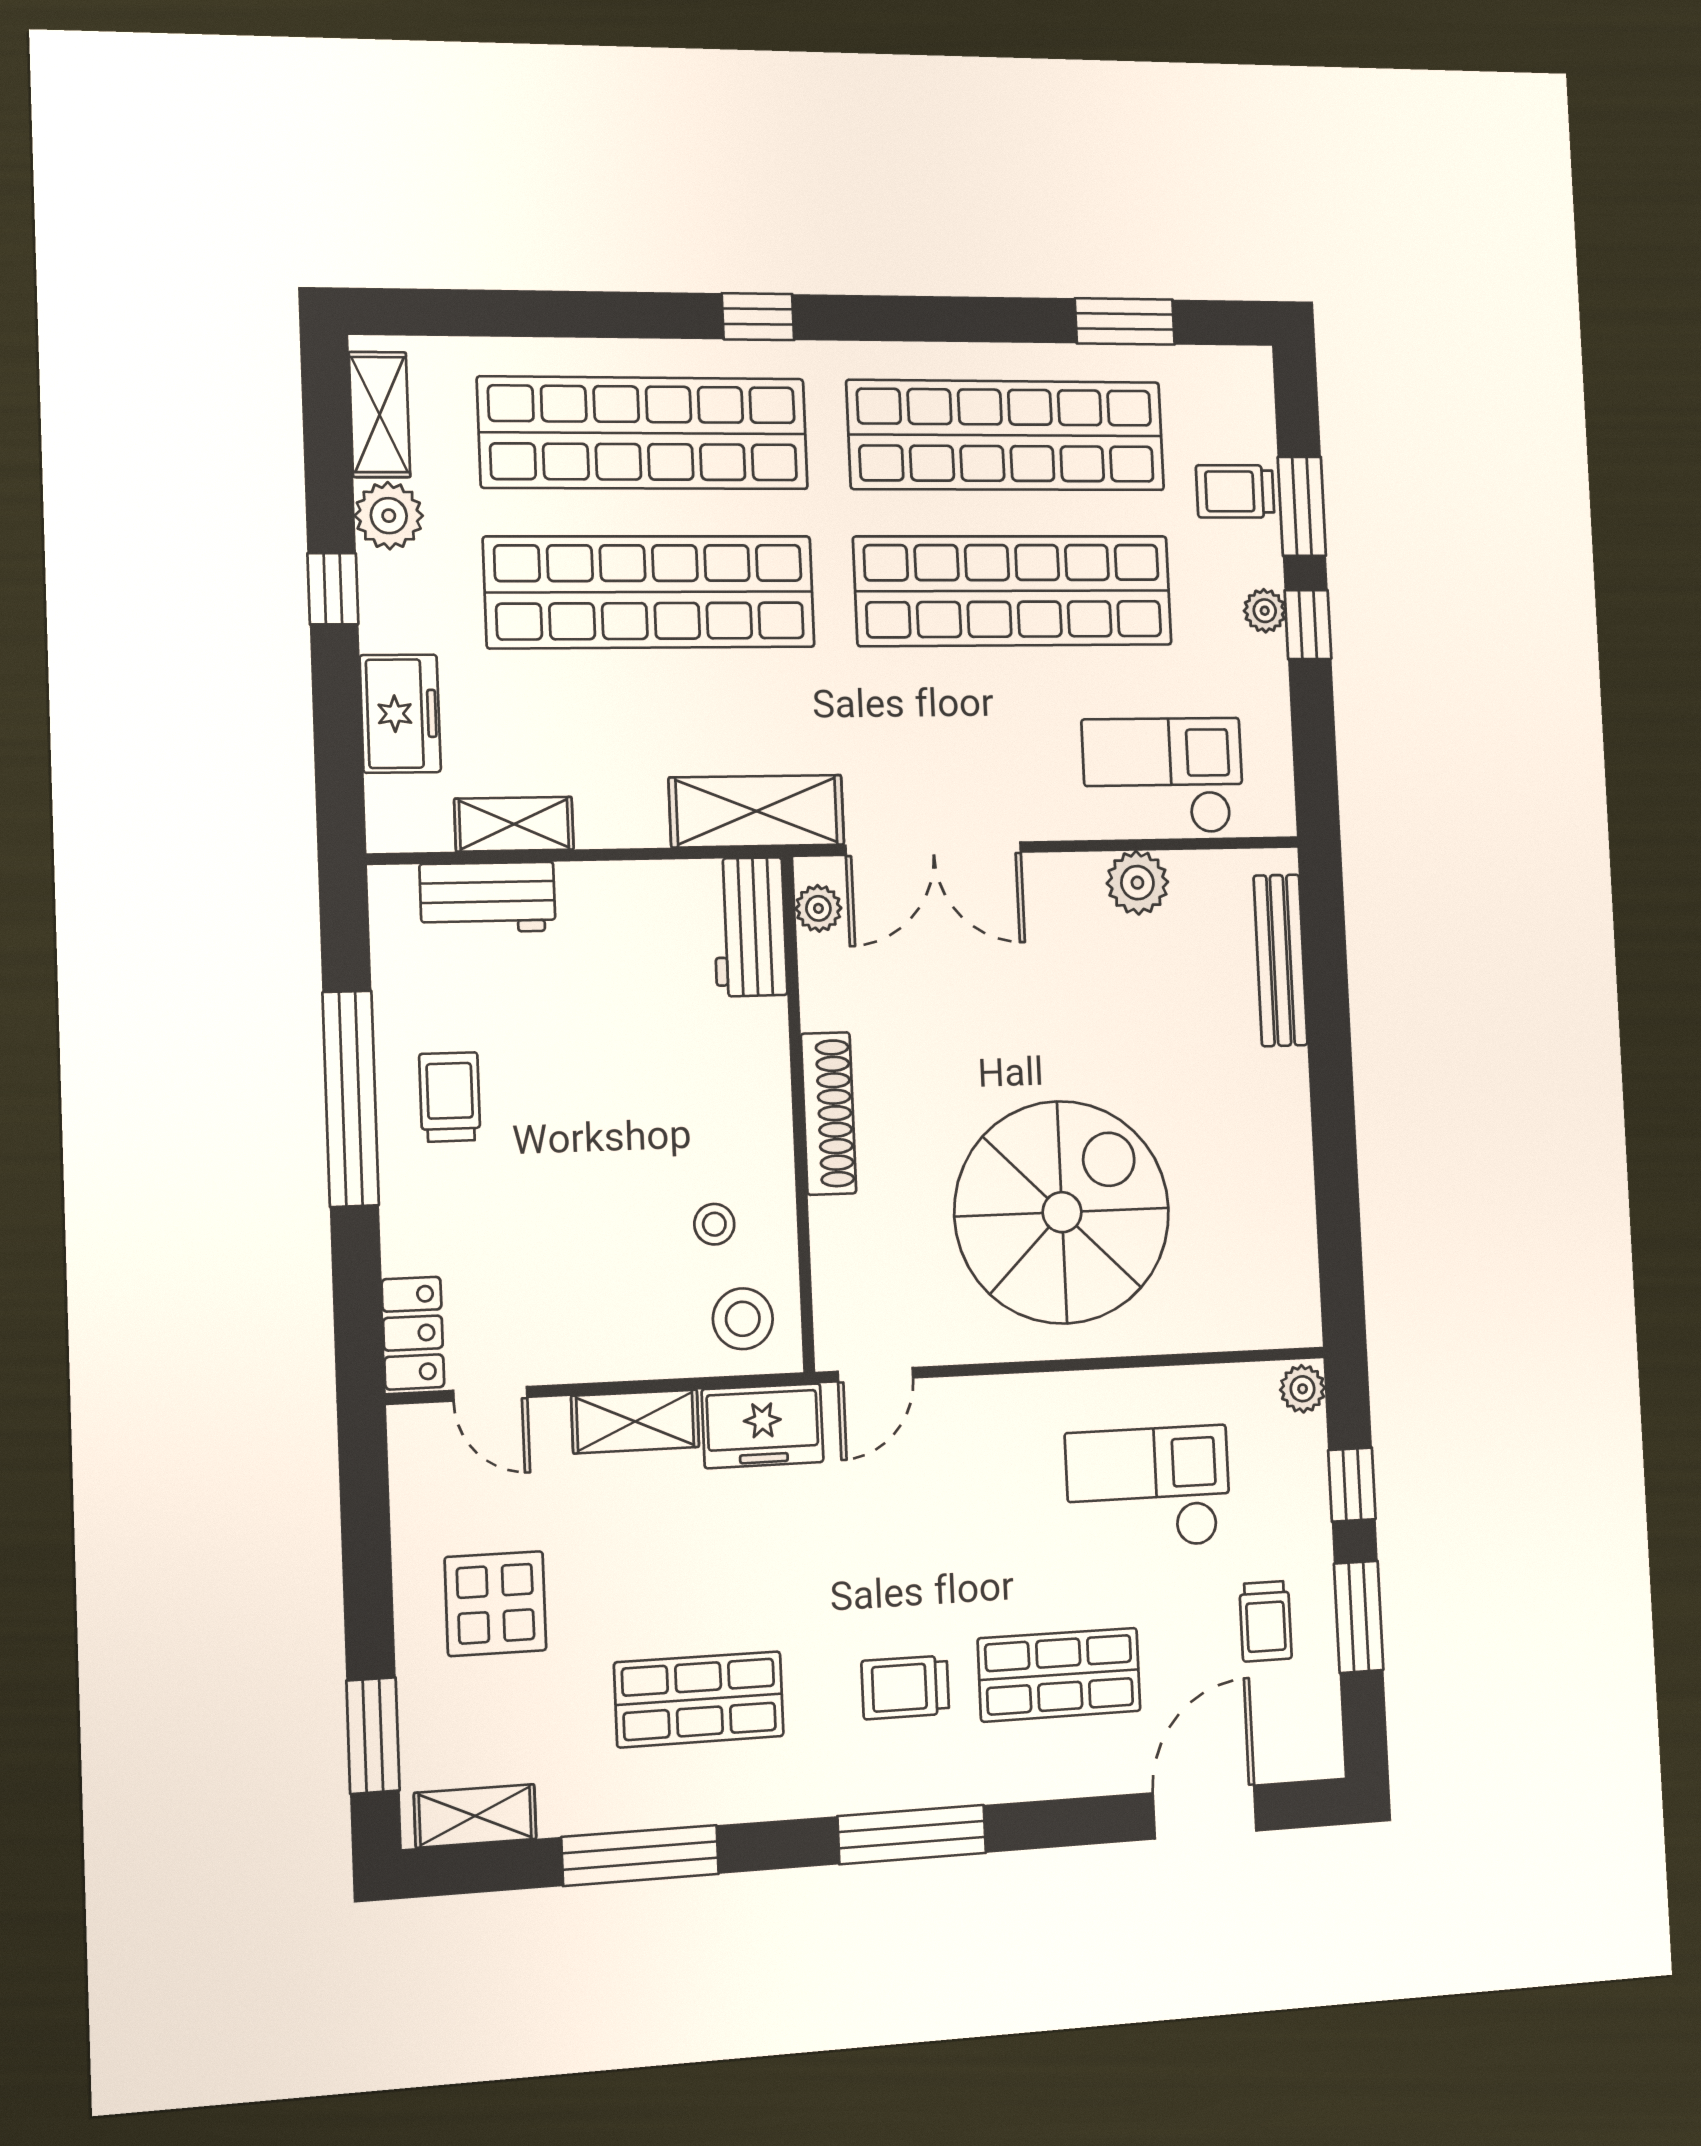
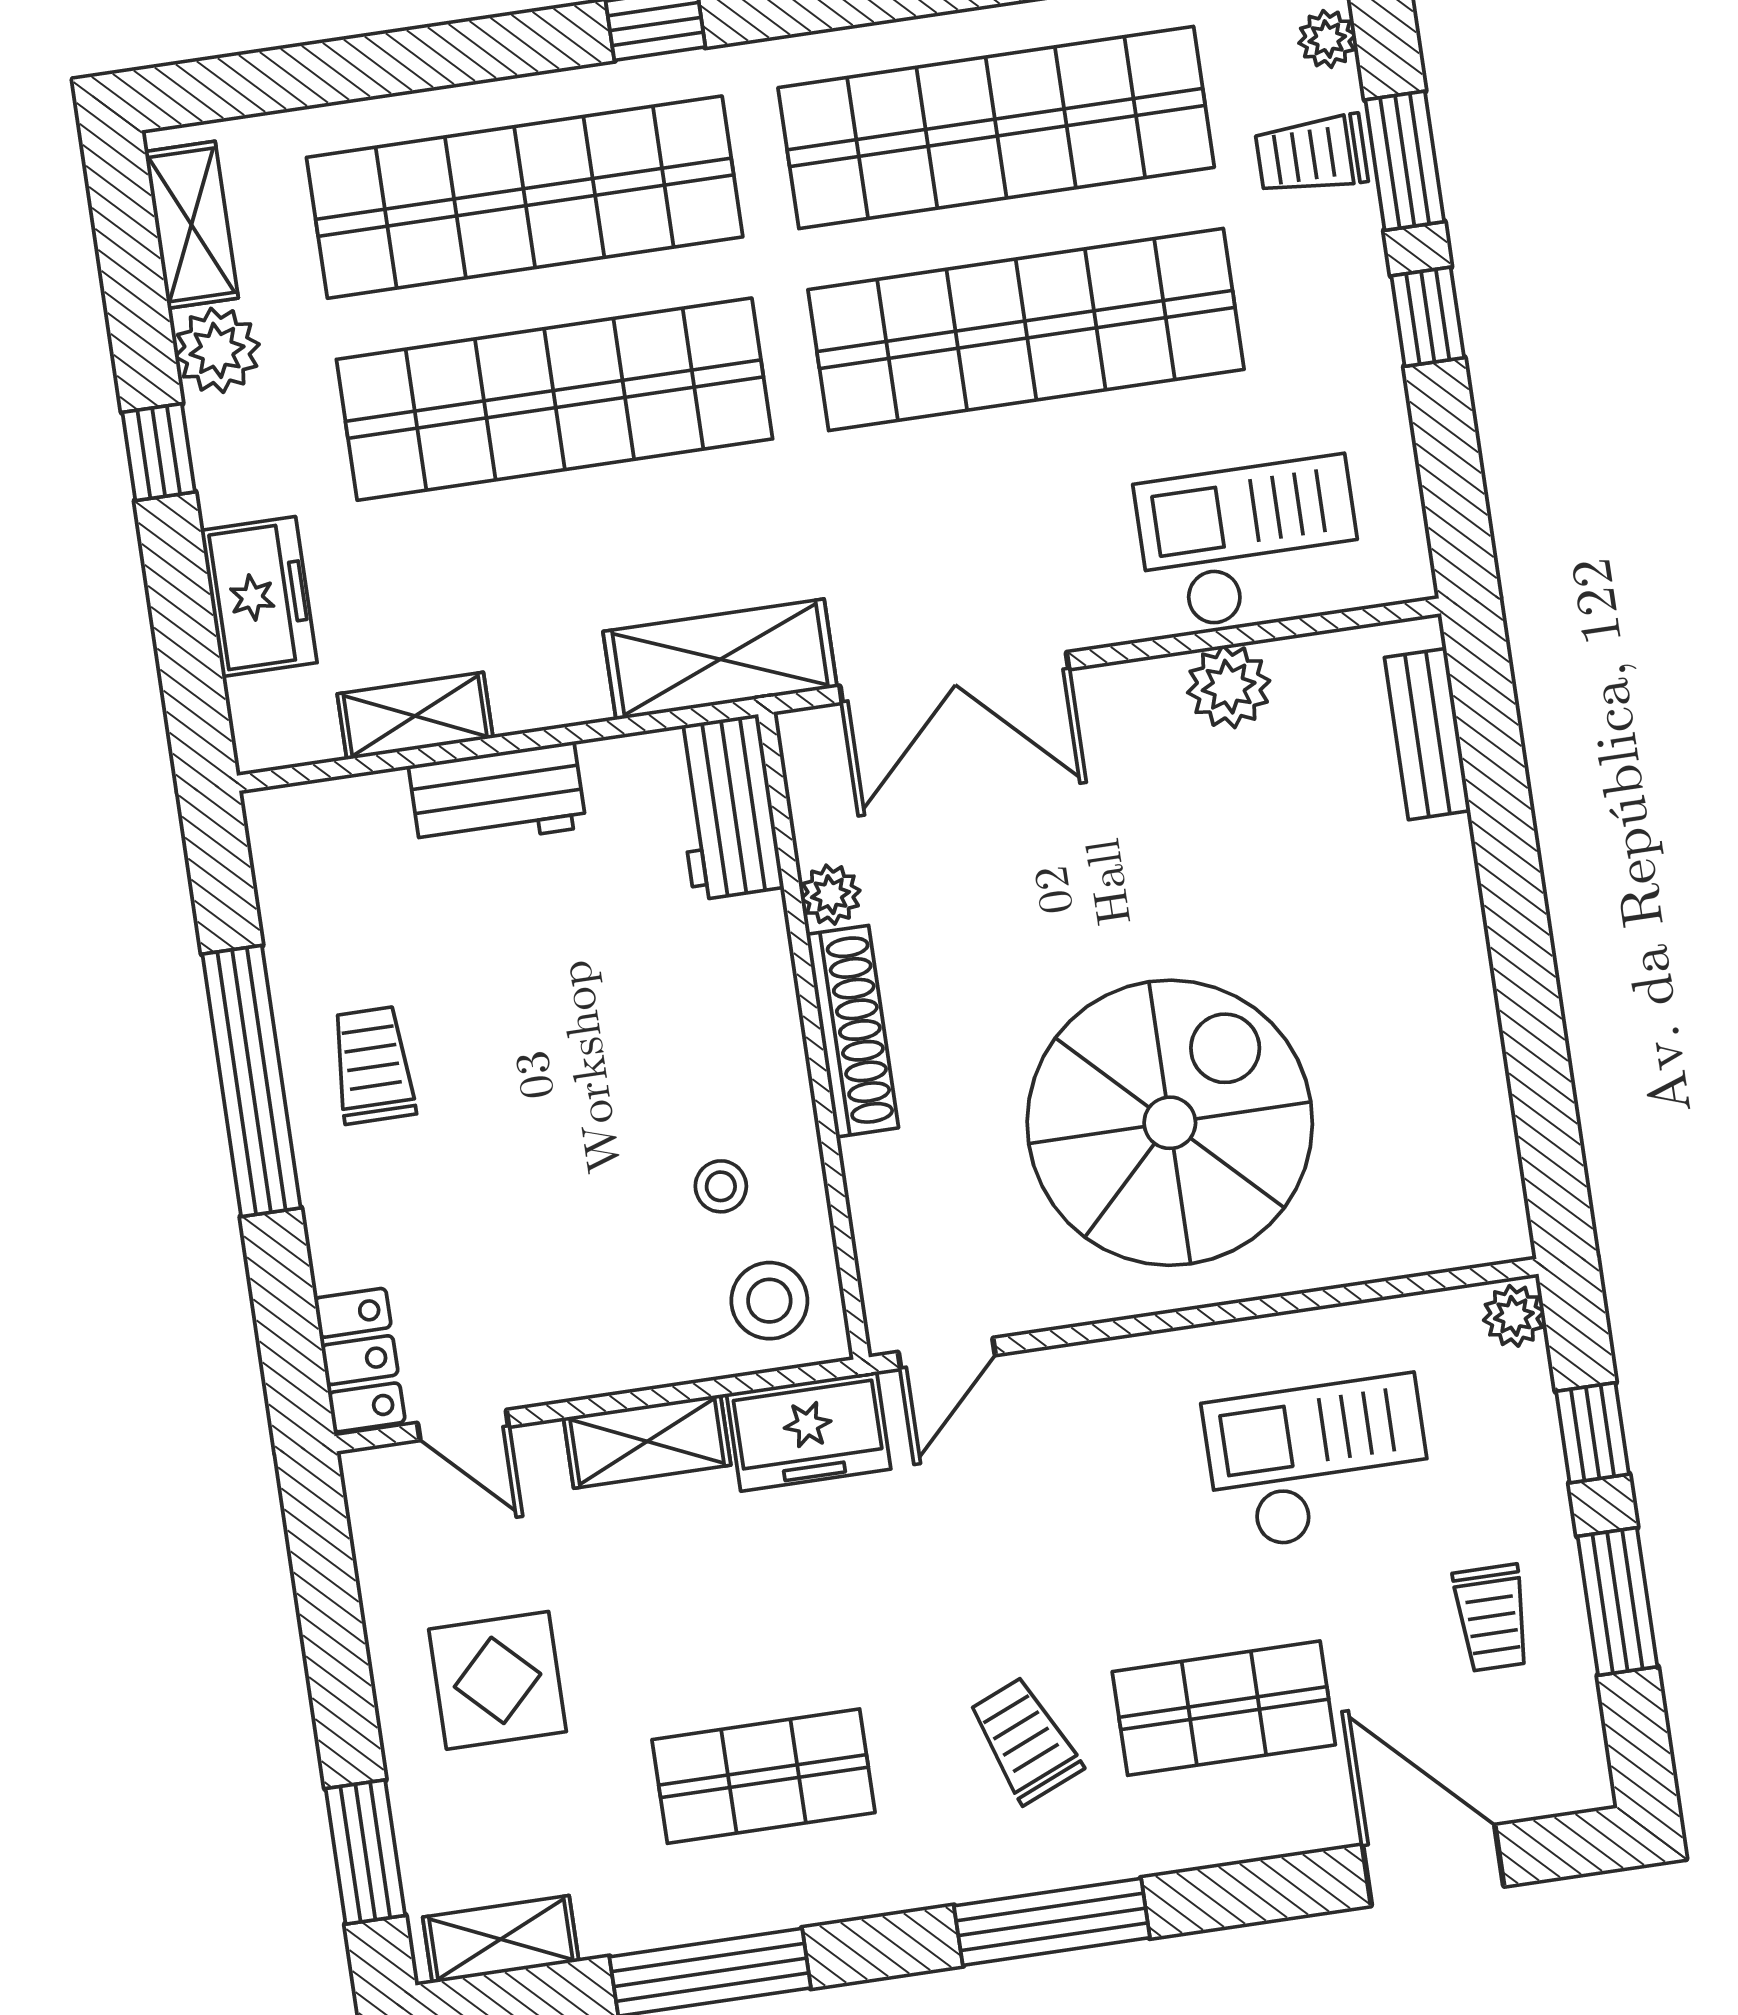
plant: (1265, 611) -> (1327, 39), moved
workbench: (488, 897) -> (497, 796), moved
plant: (818, 908) -> (830, 895), moved
bench: (1281, 960) -> (1427, 734), width x0.73
trolley: (905, 1687) -> (1025, 1740), turned 67
door: (1205, 1812) -> (1433, 1866), hinge flipped

